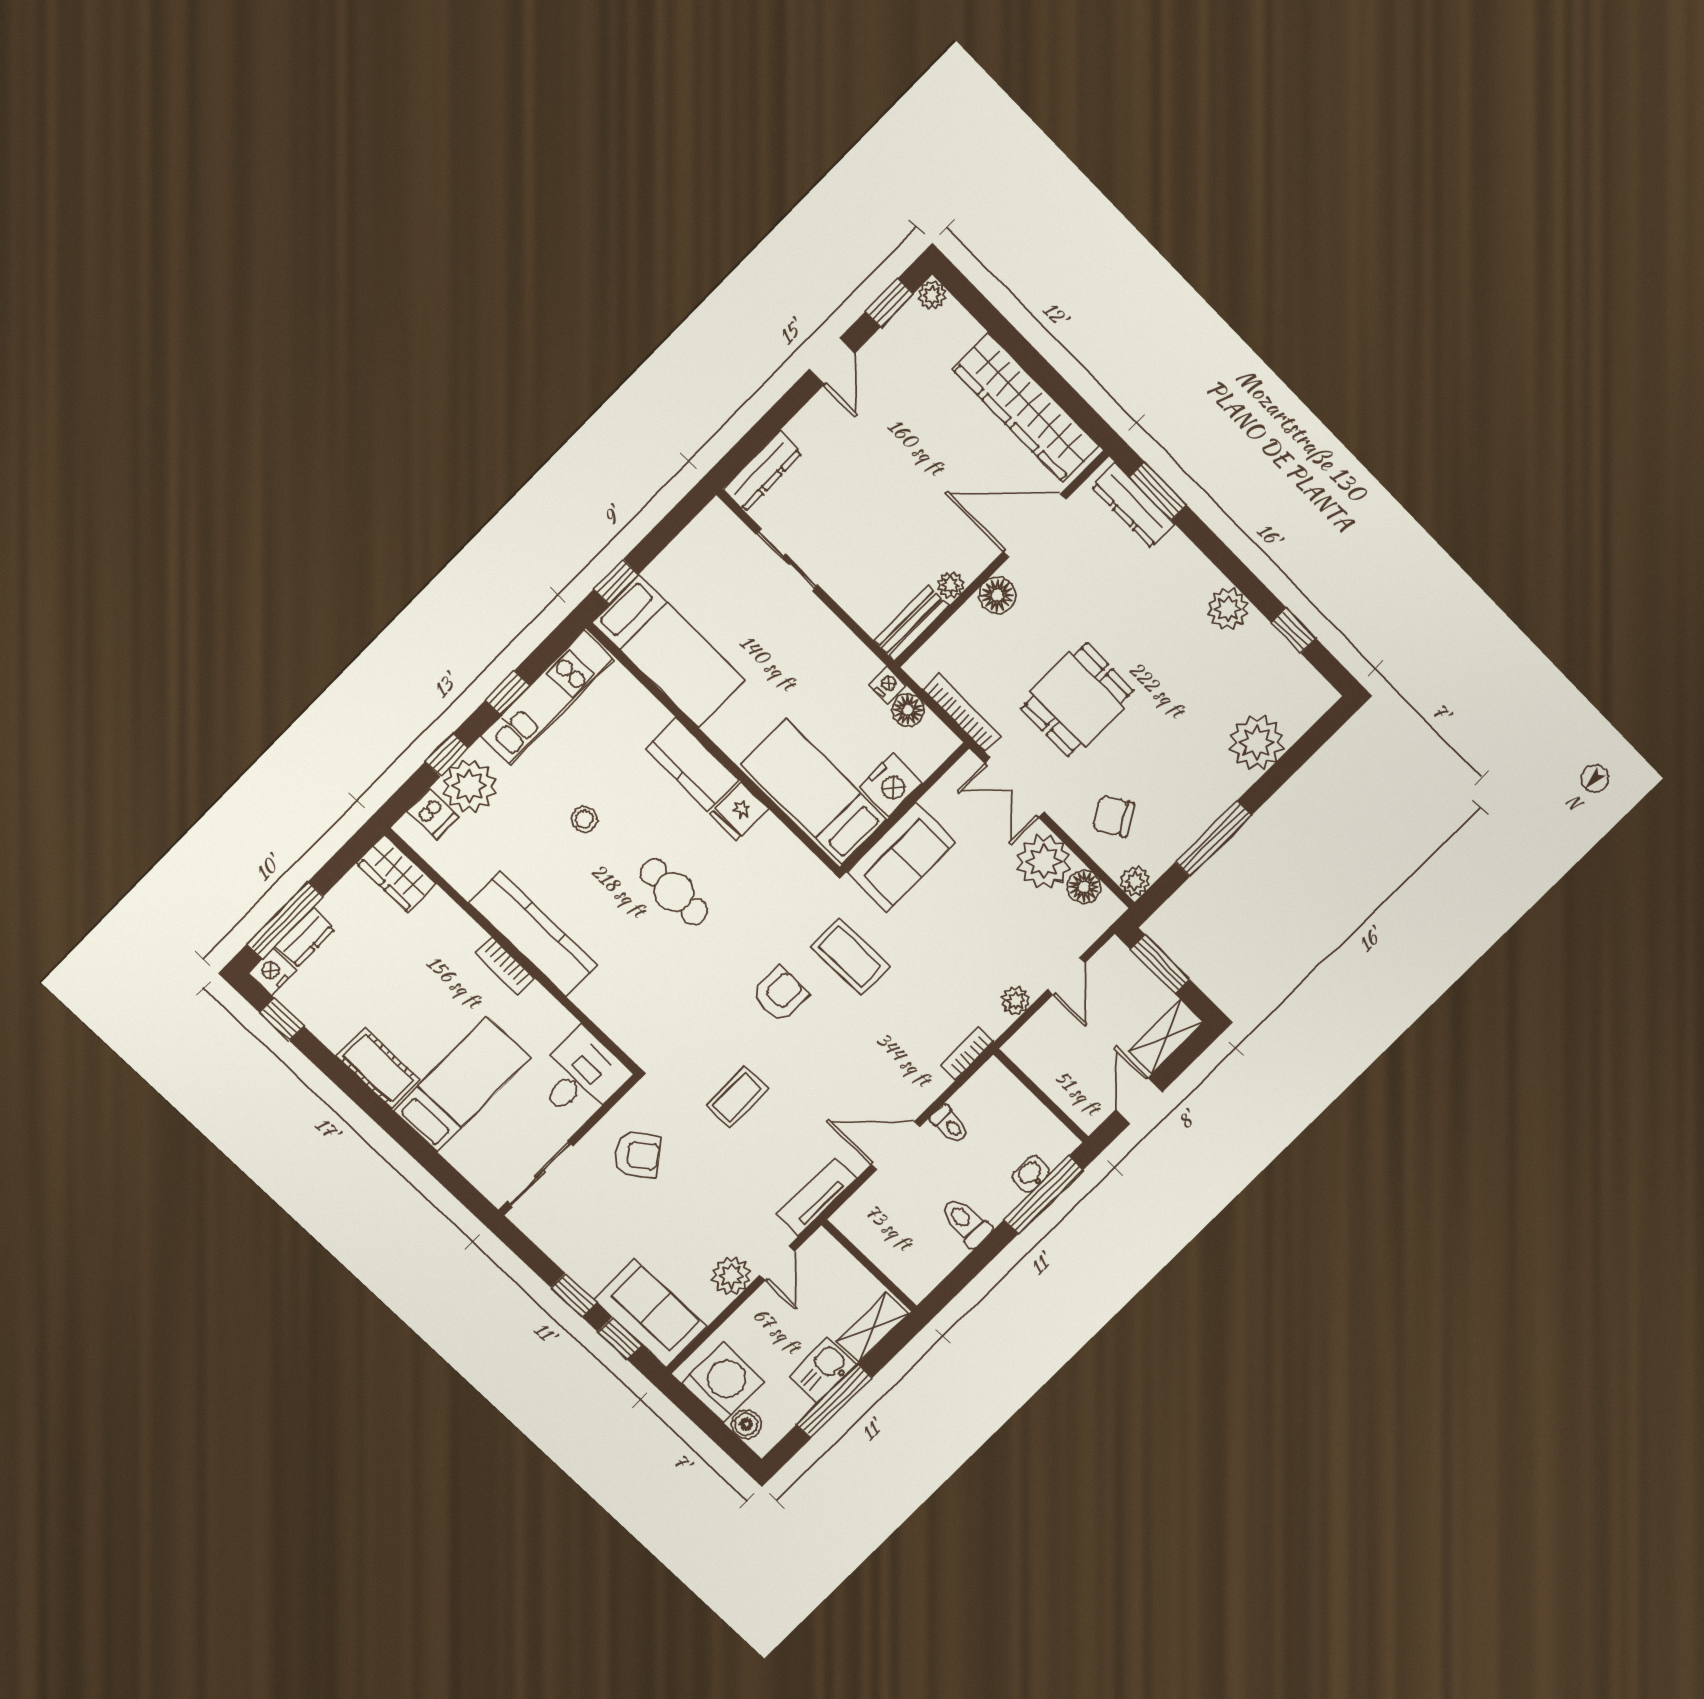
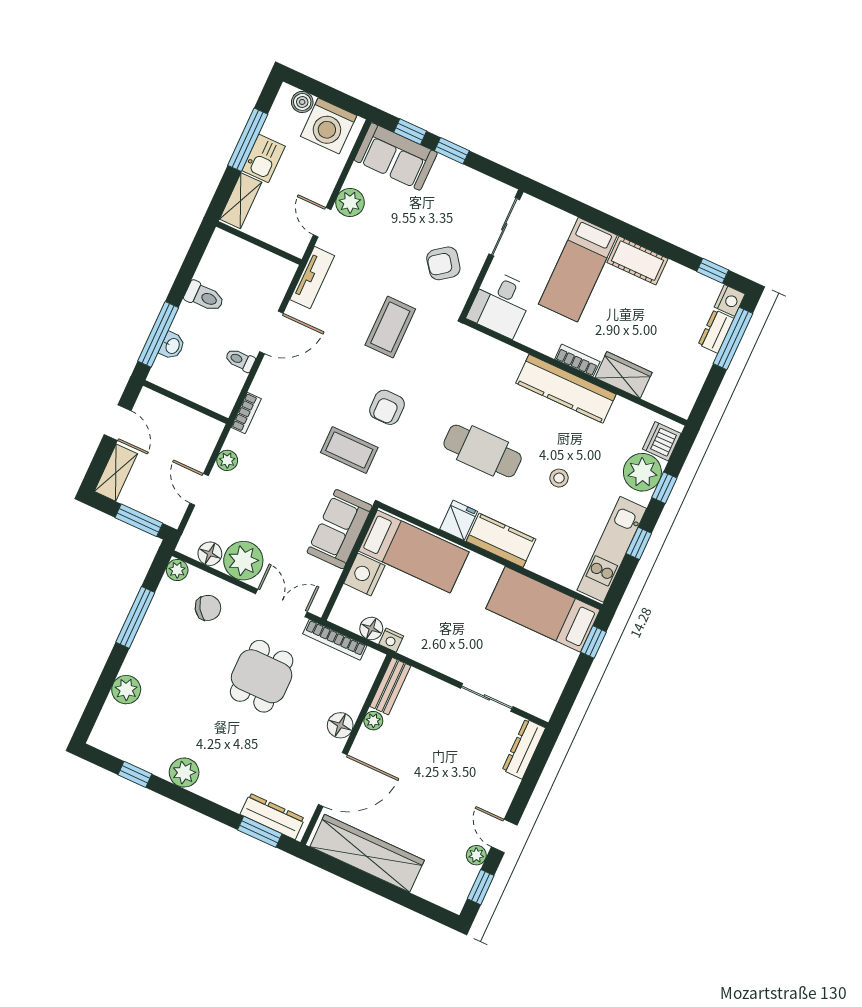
plant: (932, 295) -> (476, 855), moved
plant: (1257, 743) -> (126, 690), width x0.73, depth x0.73
dishwasher: (433, 814) -> (662, 441), width x1.38
wardrobe: (396, 873) -> (623, 375), moved
cafe table: (674, 892) -> (483, 451), width x1.37, depth x1.35
coffee table: (737, 1097) -> (390, 327), width x1.36, depth x1.30

